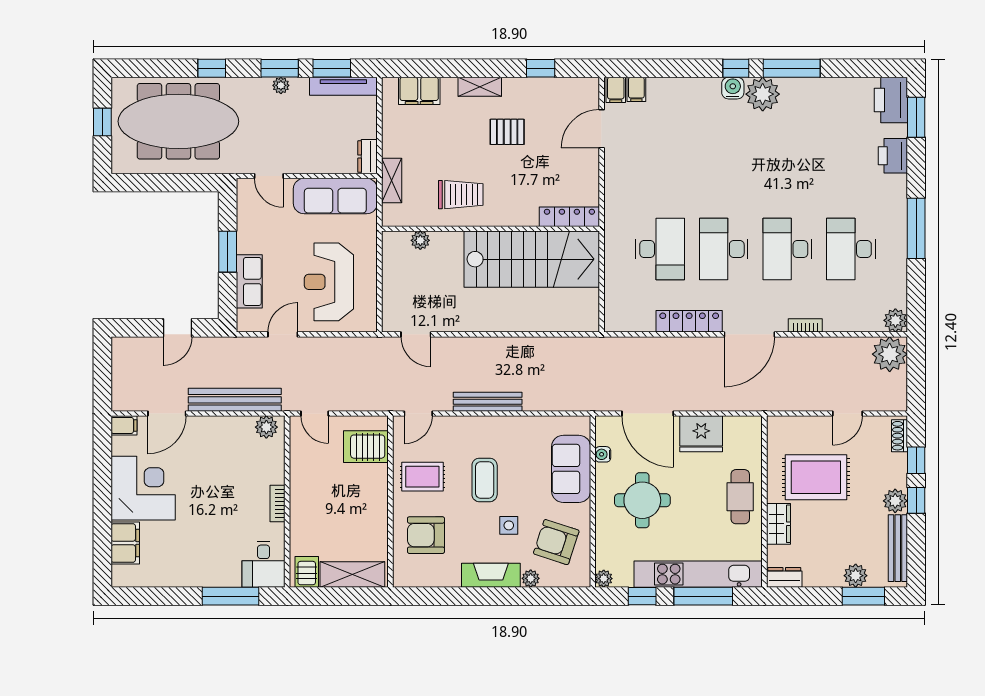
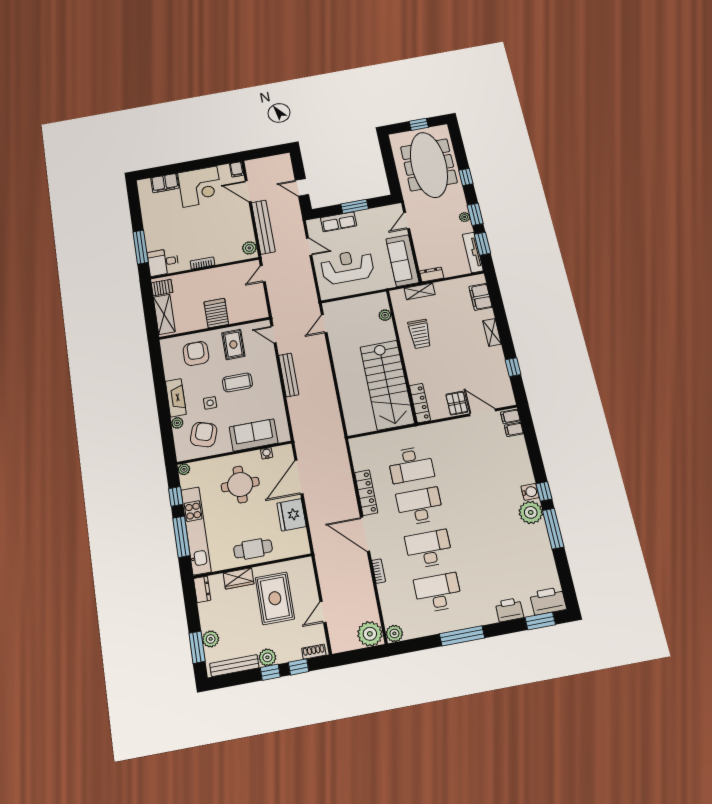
pallet: (507, 132) -> (457, 403), moved
door: (847, 414) -> (323, 612), hinge flipped
server rack: (366, 447) -> (216, 313), moved

